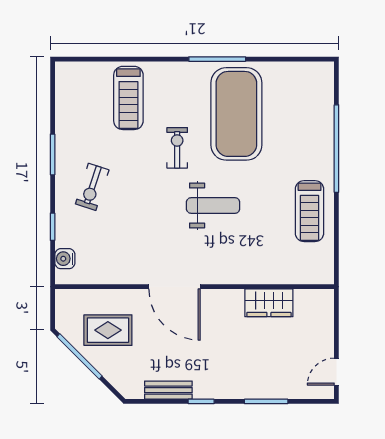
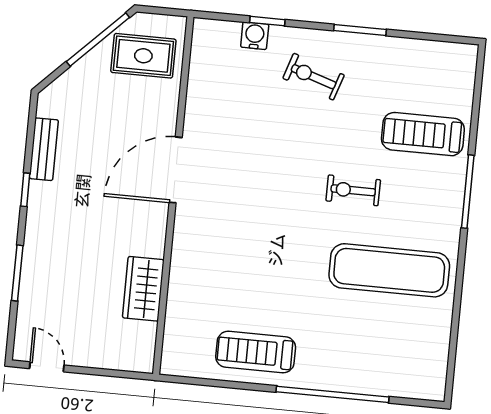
window: (217, 59) -> (468, 192), moved
exercise mat: (236, 114) -> (389, 270), width x0.68
exercise bike: (177, 148) -> (353, 190), turned 180
weight bench: (213, 206) -> (275, 229), removed
water cooler: (65, 259) -> (255, 36), moved
rug: (108, 330) -> (143, 56), moved, turned 90

